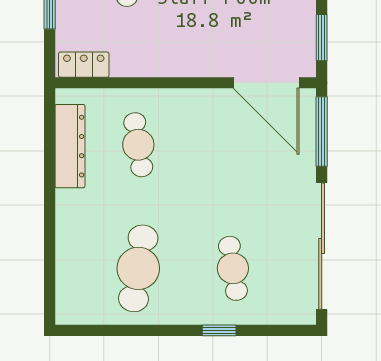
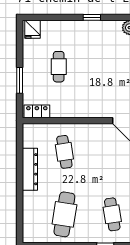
dresser: (70, 146) -> (30, 169), moved

